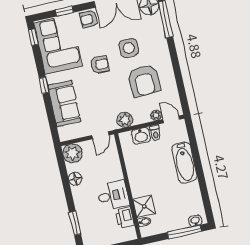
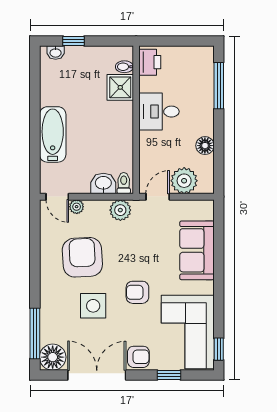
window: (44, 85) -> (219, 281), removed
toilet: (155, 133) -> (124, 183), moved
plant: (73, 153) -> (184, 181), moved
printer: (125, 217) -> (150, 62), moved
window: (75, 223) -> (219, 86), width x1.44
window: (184, 232) -> (74, 41), width x0.46

